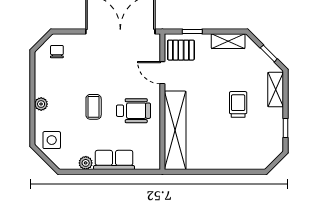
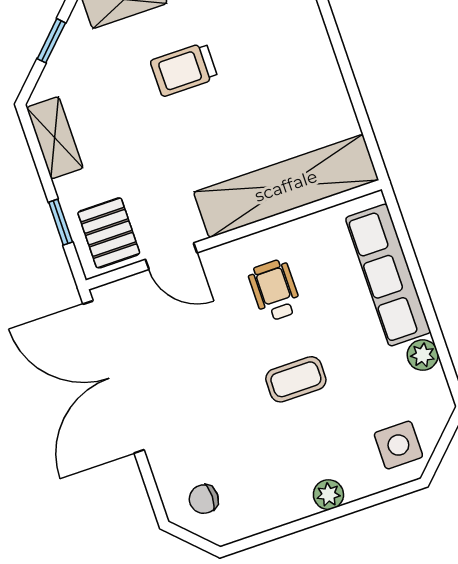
door: (162, 73) -> (171, 256), hinge flipped
wheelchair: (133, 111) -> (275, 290), width x0.73, depth x0.73
row of seats: (114, 160) -> (388, 275), width x1.48

